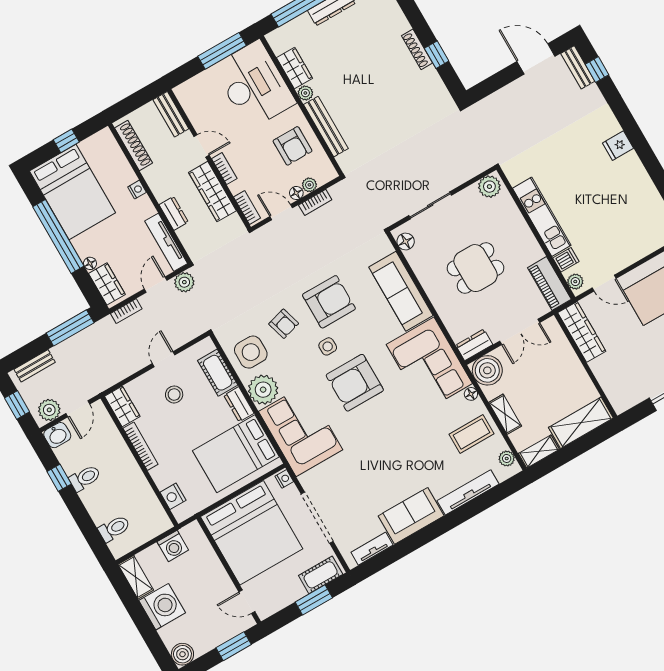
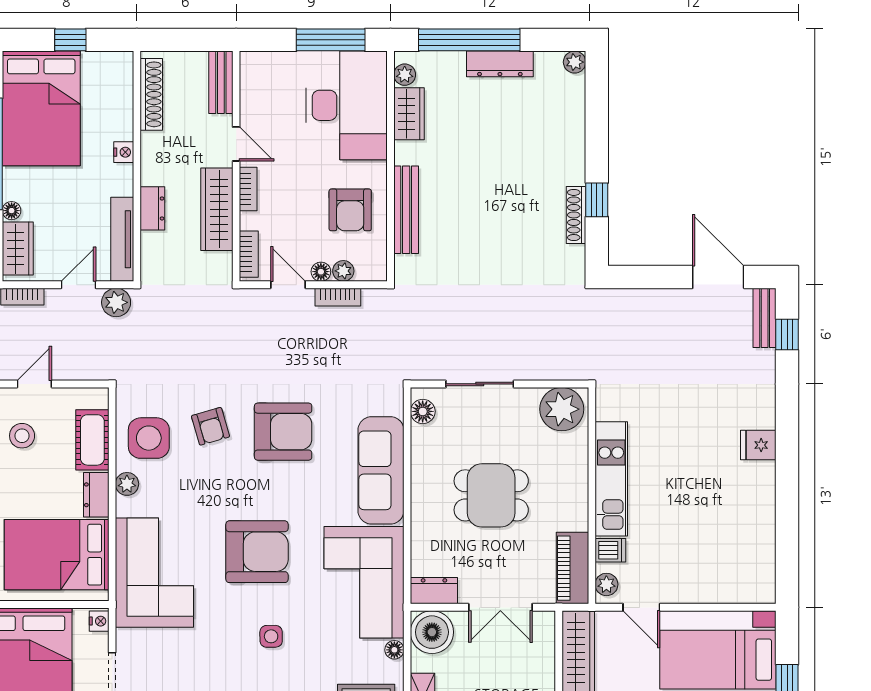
shoe rack: (417, 49) -> (576, 215), moved
plant: (305, 93) -> (405, 75), moved
plant: (489, 187) -> (562, 409), width x1.36, depth x1.36
side table: (328, 346) -> (271, 636), moved
armchair: (355, 383) -> (257, 552), turned 180
plant: (263, 390) -> (127, 484), width x0.53, depth x0.53

